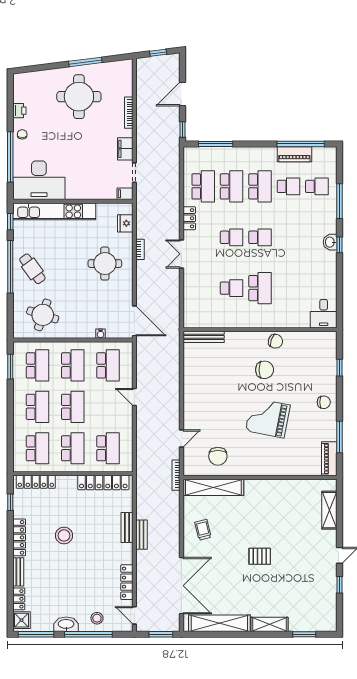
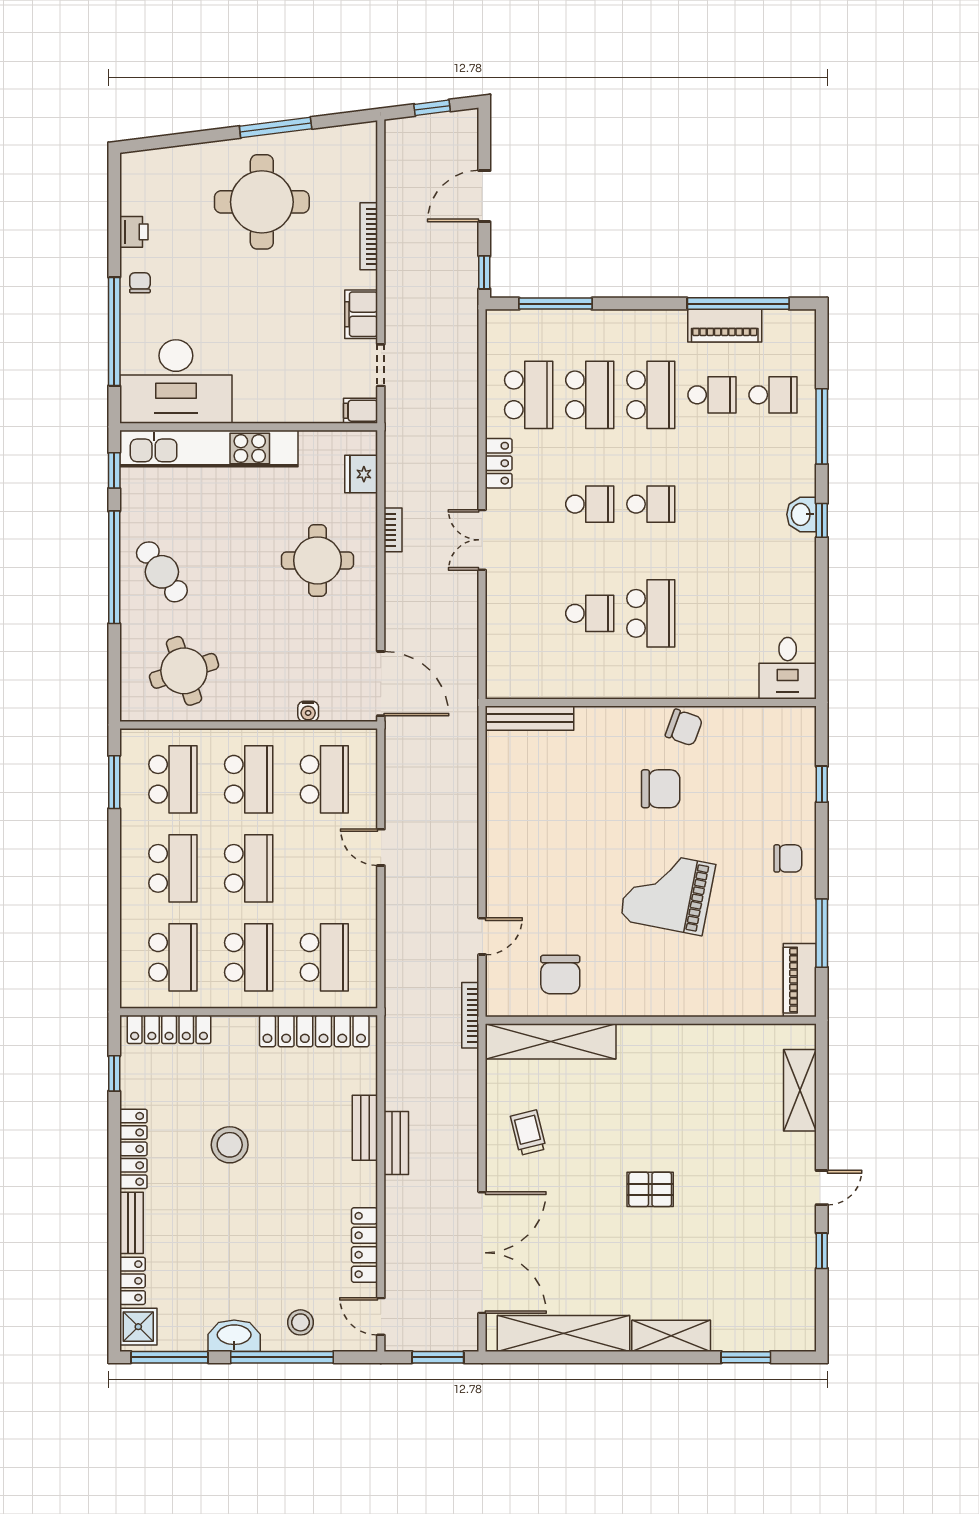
round table: (43, 315) -> (184, 671), turned -36

